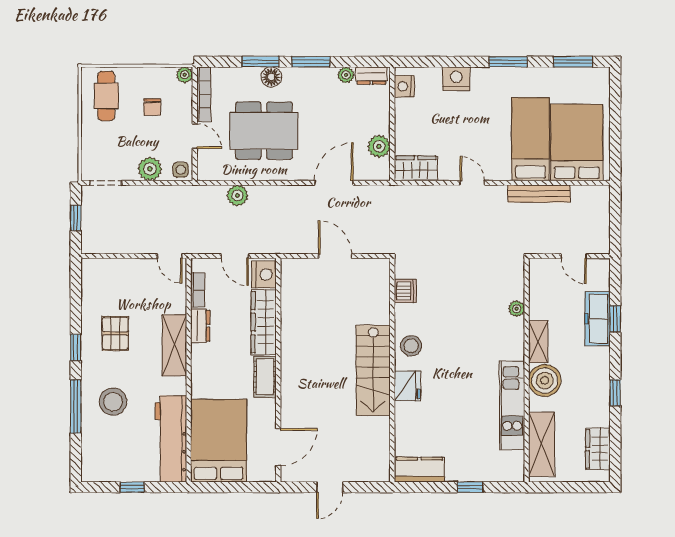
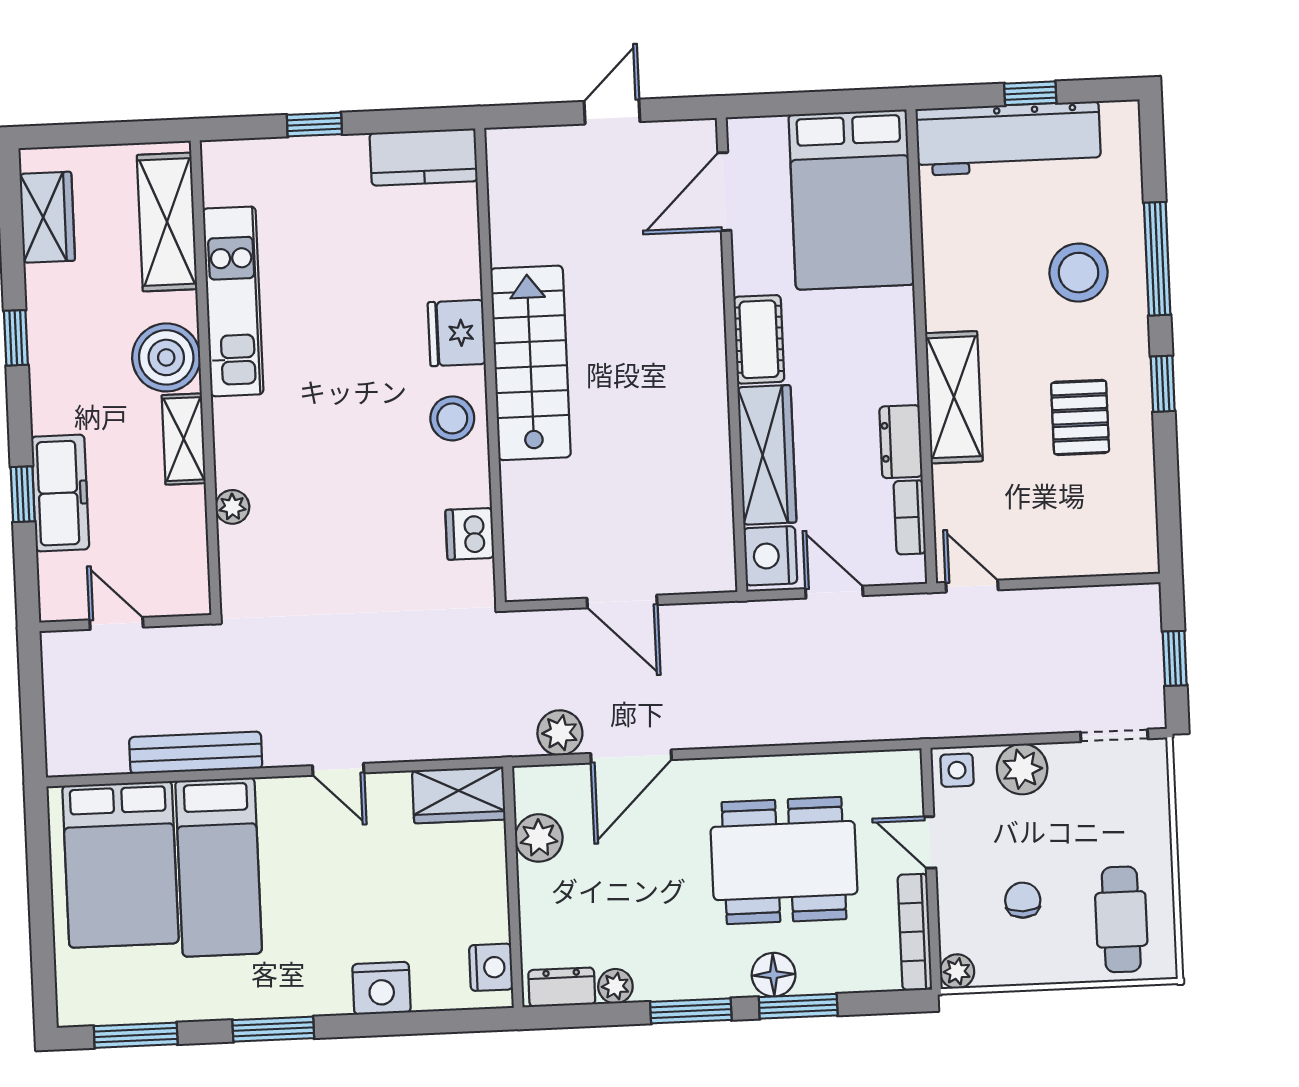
plant: (237, 195) -> (560, 733), moved
workbench: (171, 439) -> (1008, 138), moved, turned 90

